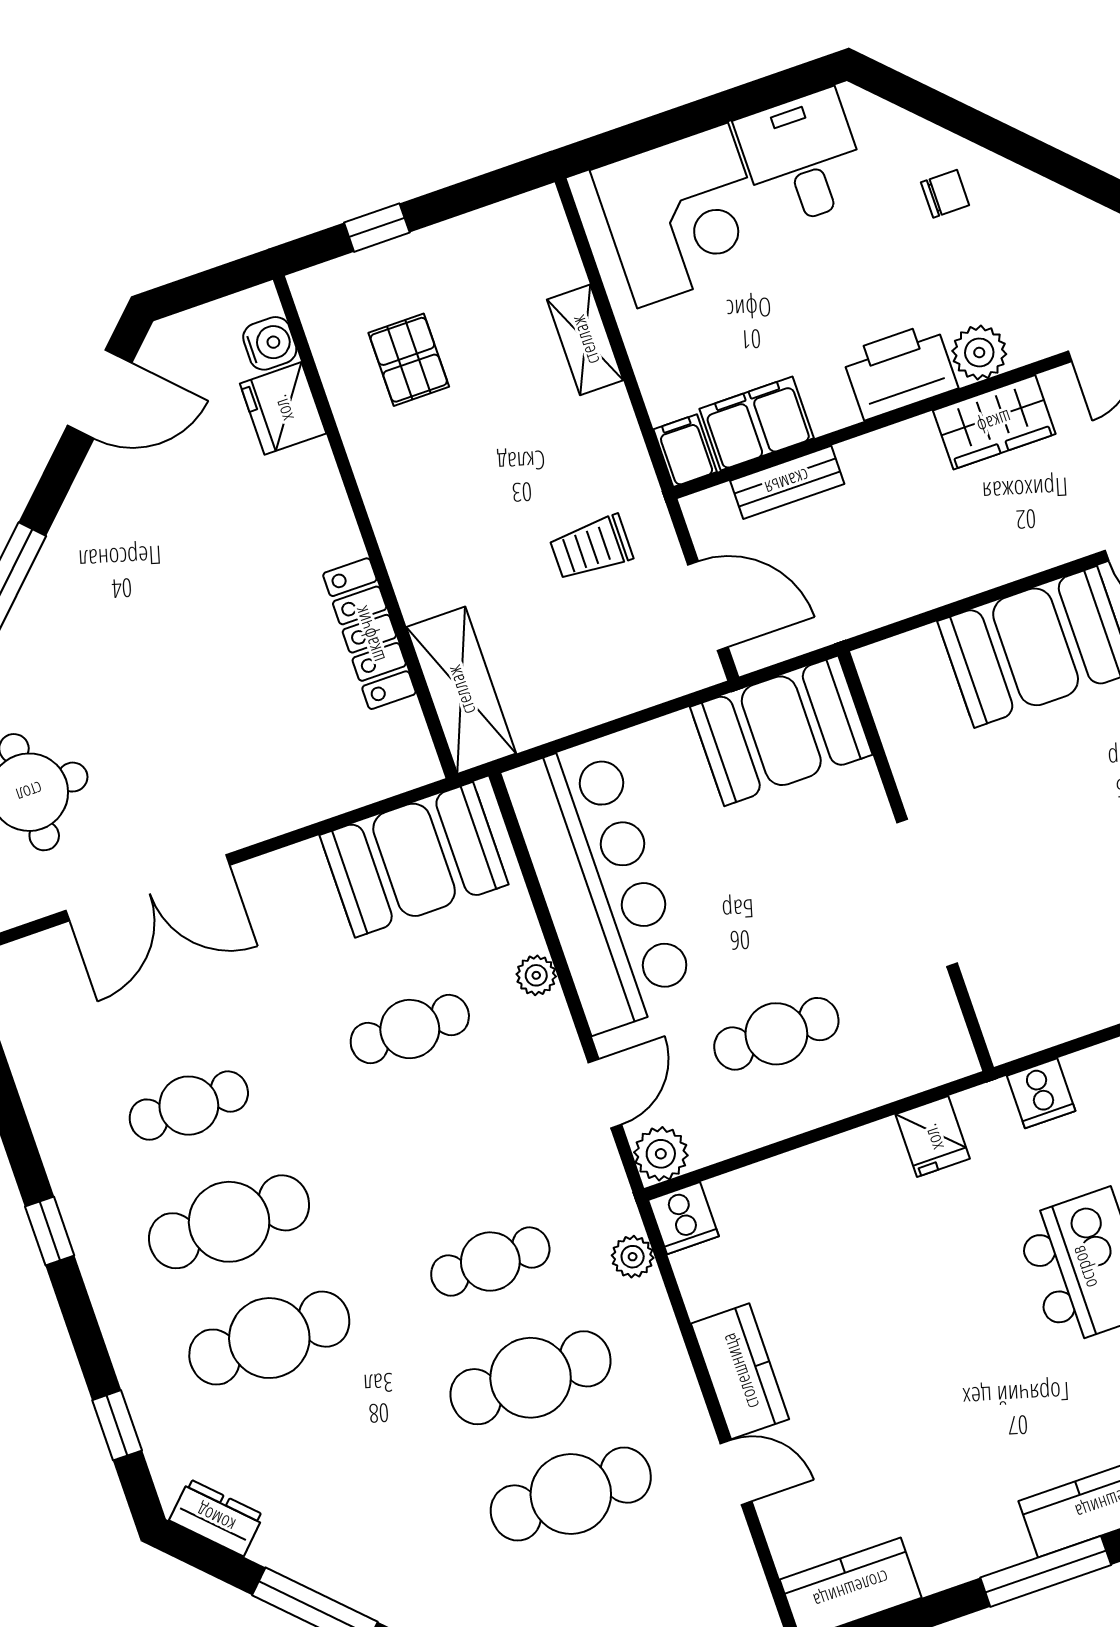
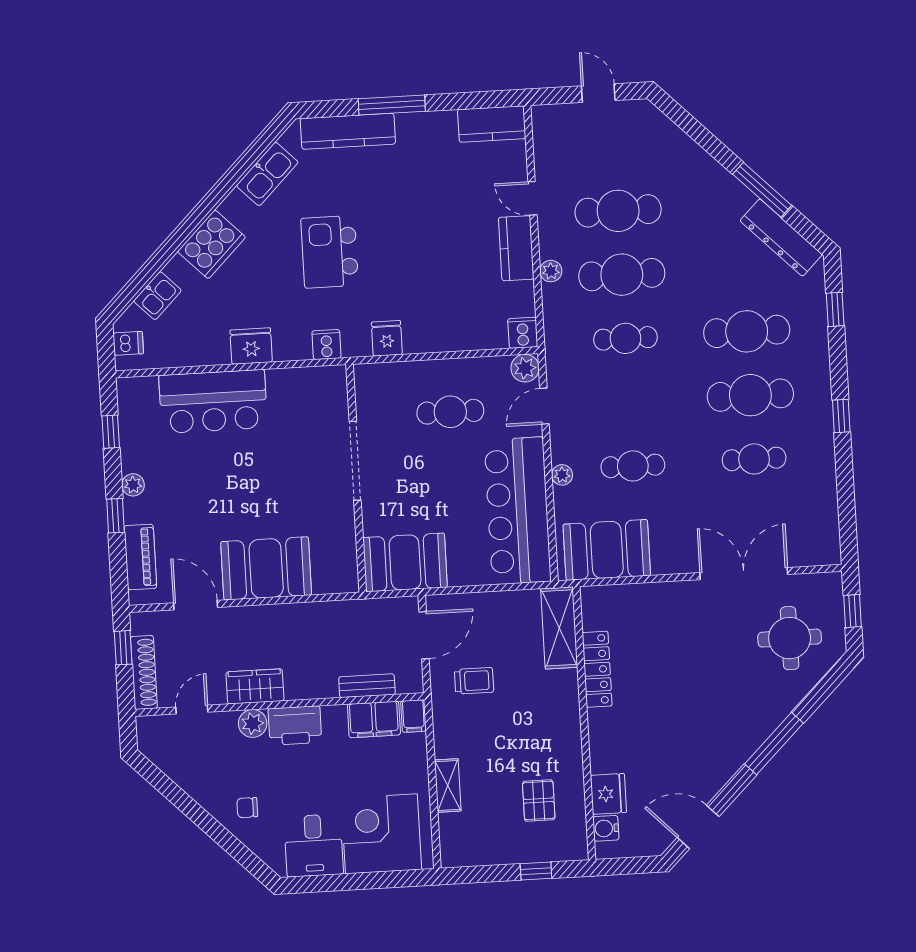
door: (708, 606) -> (424, 635), swing flipped
plant: (633, 1257) -> (551, 271), moved
dresser: (216, 1518) -> (781, 238), width x1.96, depth x1.24

